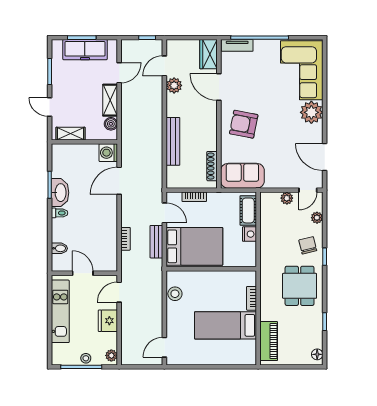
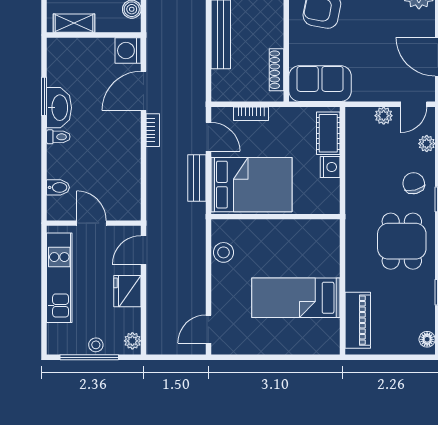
bookcase: (126, 239) -> (153, 130), moved
bookcase: (251, 298) -> (333, 259), removed

